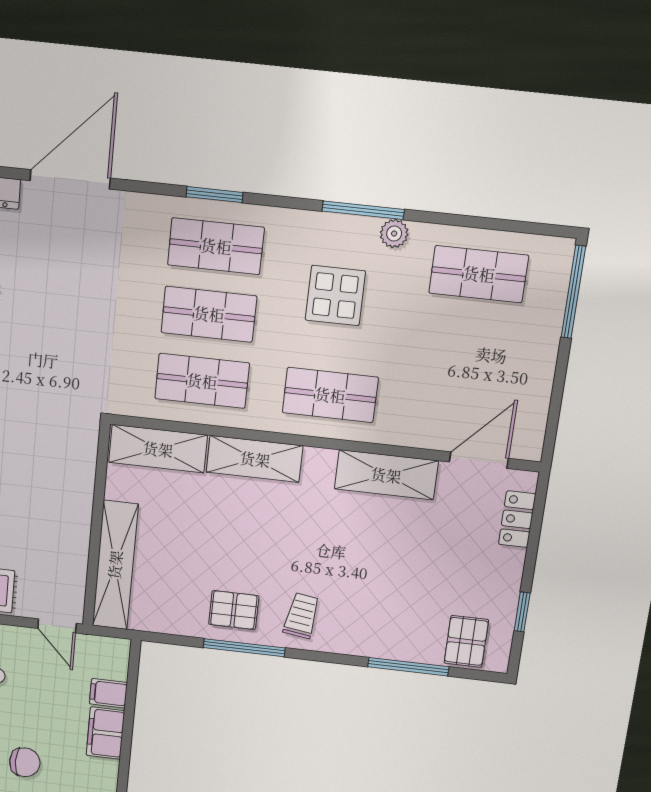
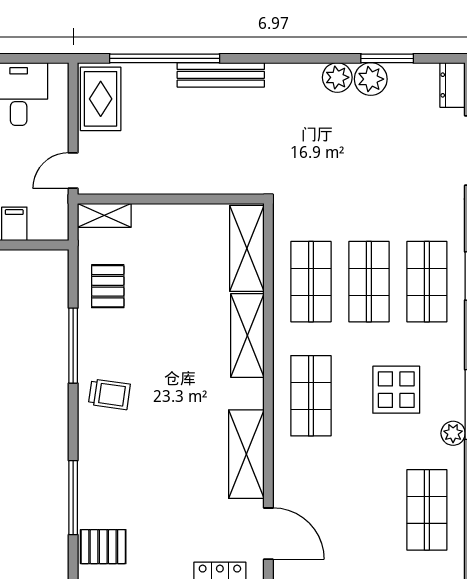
shelving: (115, 565) -> (104, 215), width x0.45, depth x0.75
pallet: (234, 610) -> (108, 286), moved

